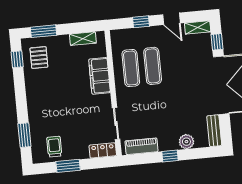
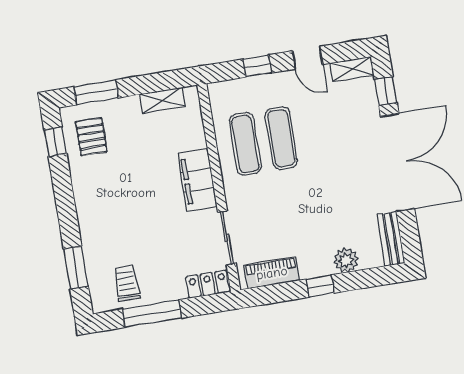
filing cabinet: (100, 76) -> (197, 180), moved
window: (68, 166) -> (152, 314), width x1.44

